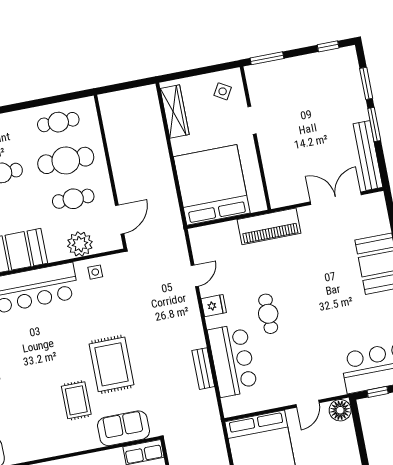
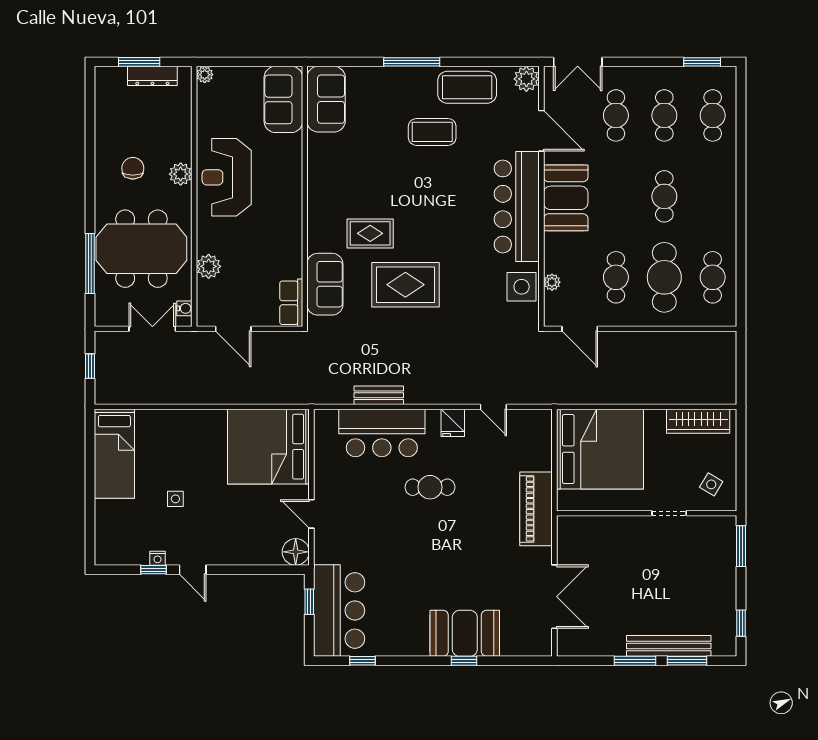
bench: (368, 156) -> (669, 646), moved
plant: (80, 244) -> (552, 282), width x0.53, depth x0.53
side table: (95, 272) -> (522, 287), width x1.87, depth x1.87

